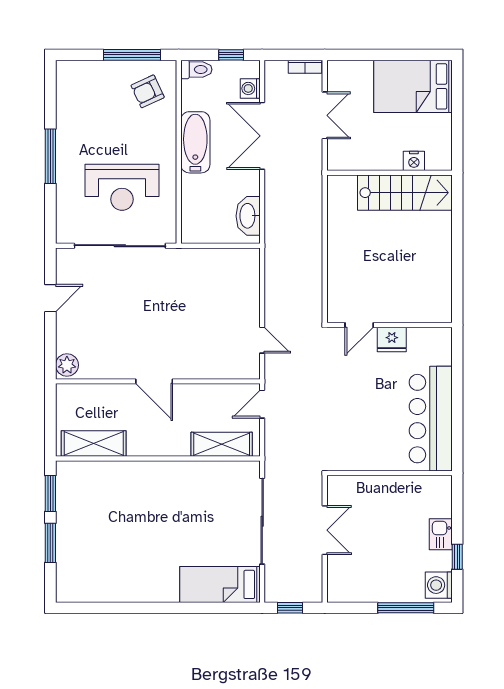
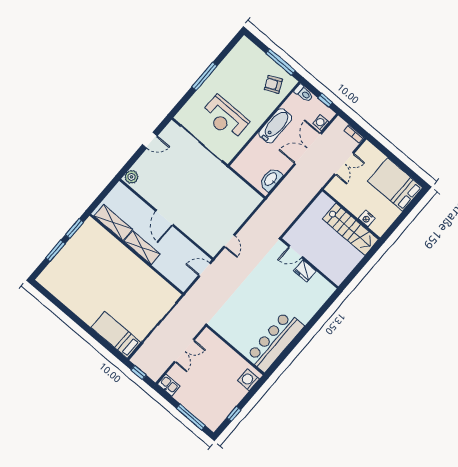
door: (359, 325) -> (296, 252), moved
wall: (389, 325) -> (309, 263), moved
fridge: (392, 340) -> (305, 271), moved
shelving: (222, 444) -> (142, 248), moved
kitchen sink: (441, 534) -> (169, 385), moved, turned 90
washing machine: (439, 585) -> (248, 380), moved

